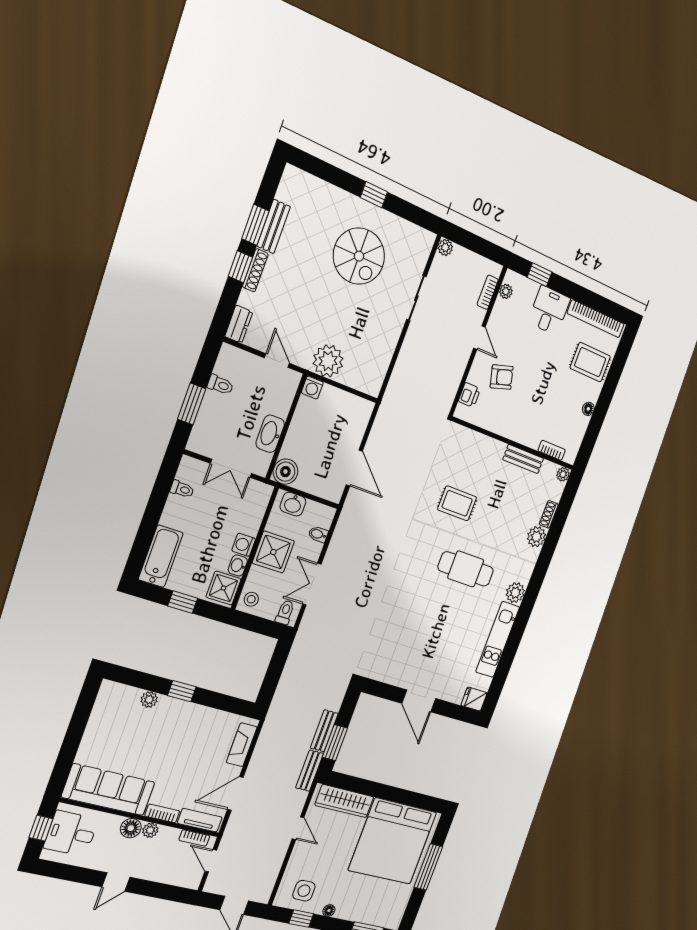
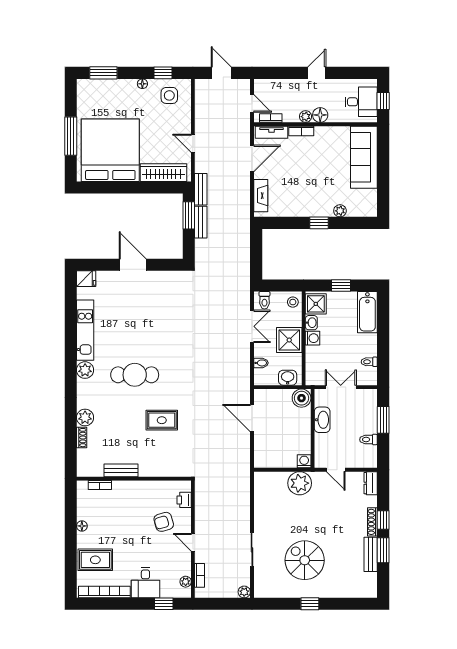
plant: (563, 474) -> (82, 471), removed
sofa: (108, 790) -> (364, 157), moved, turned 90

